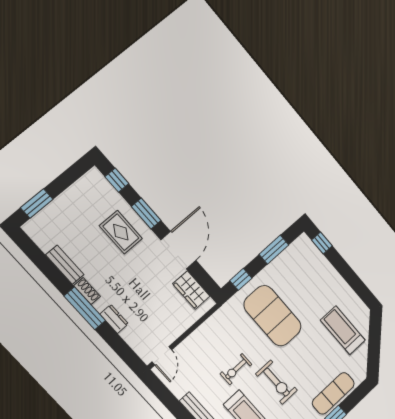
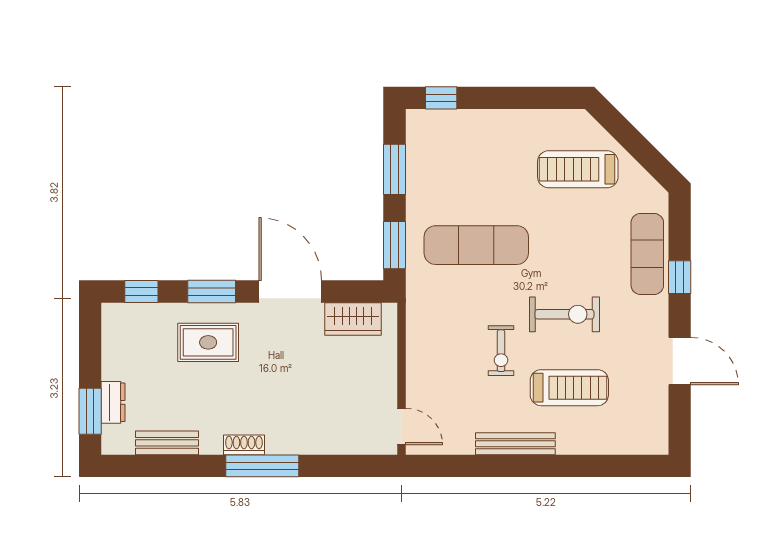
bench: (65, 265) -> (167, 443), moved
window: (241, 279) -> (395, 245), width x1.50
exercise mat: (273, 316) -> (476, 245), width x0.68
dresser: (114, 319) -> (113, 402), moved, turned 90

